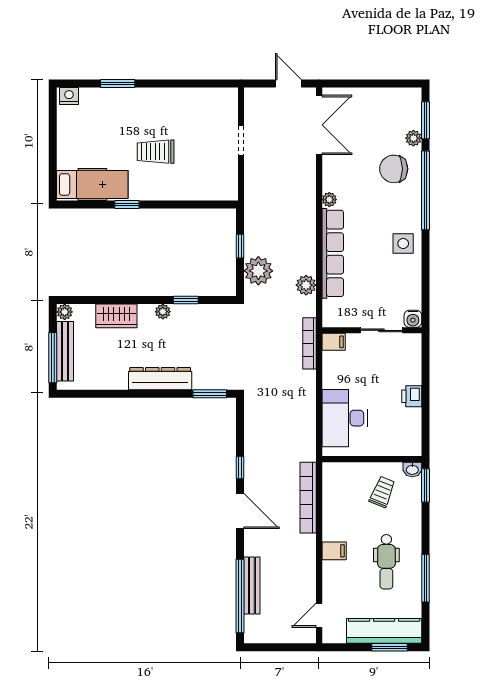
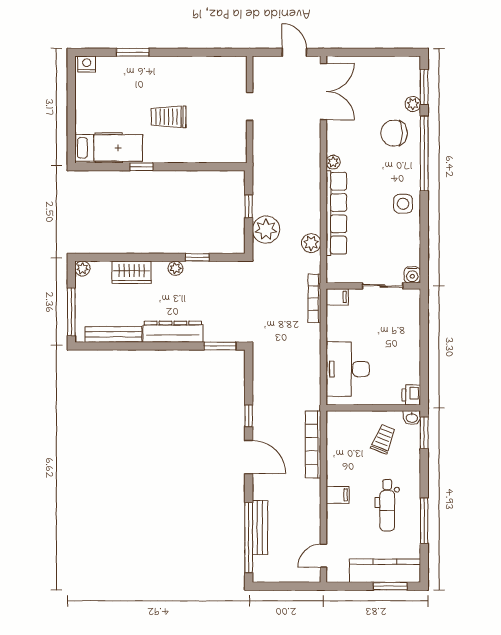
bench: (65, 351) -> (113, 334), moved, turned 90
printer: (412, 396) -> (411, 395), moved

